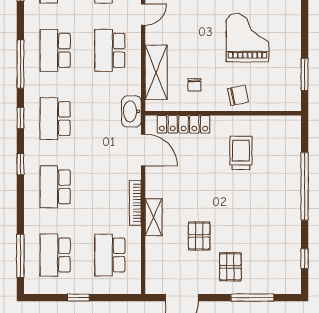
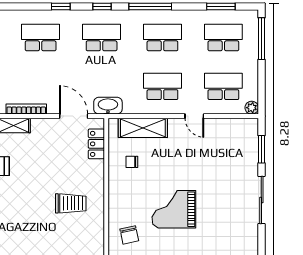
grand piano: (247, 38) -> (174, 209), turned 180
chair: (238, 95) -> (129, 235), moved
locker: (184, 124) -> (96, 144), width x0.66
door: (143, 150) -> (74, 116), swing flipped

